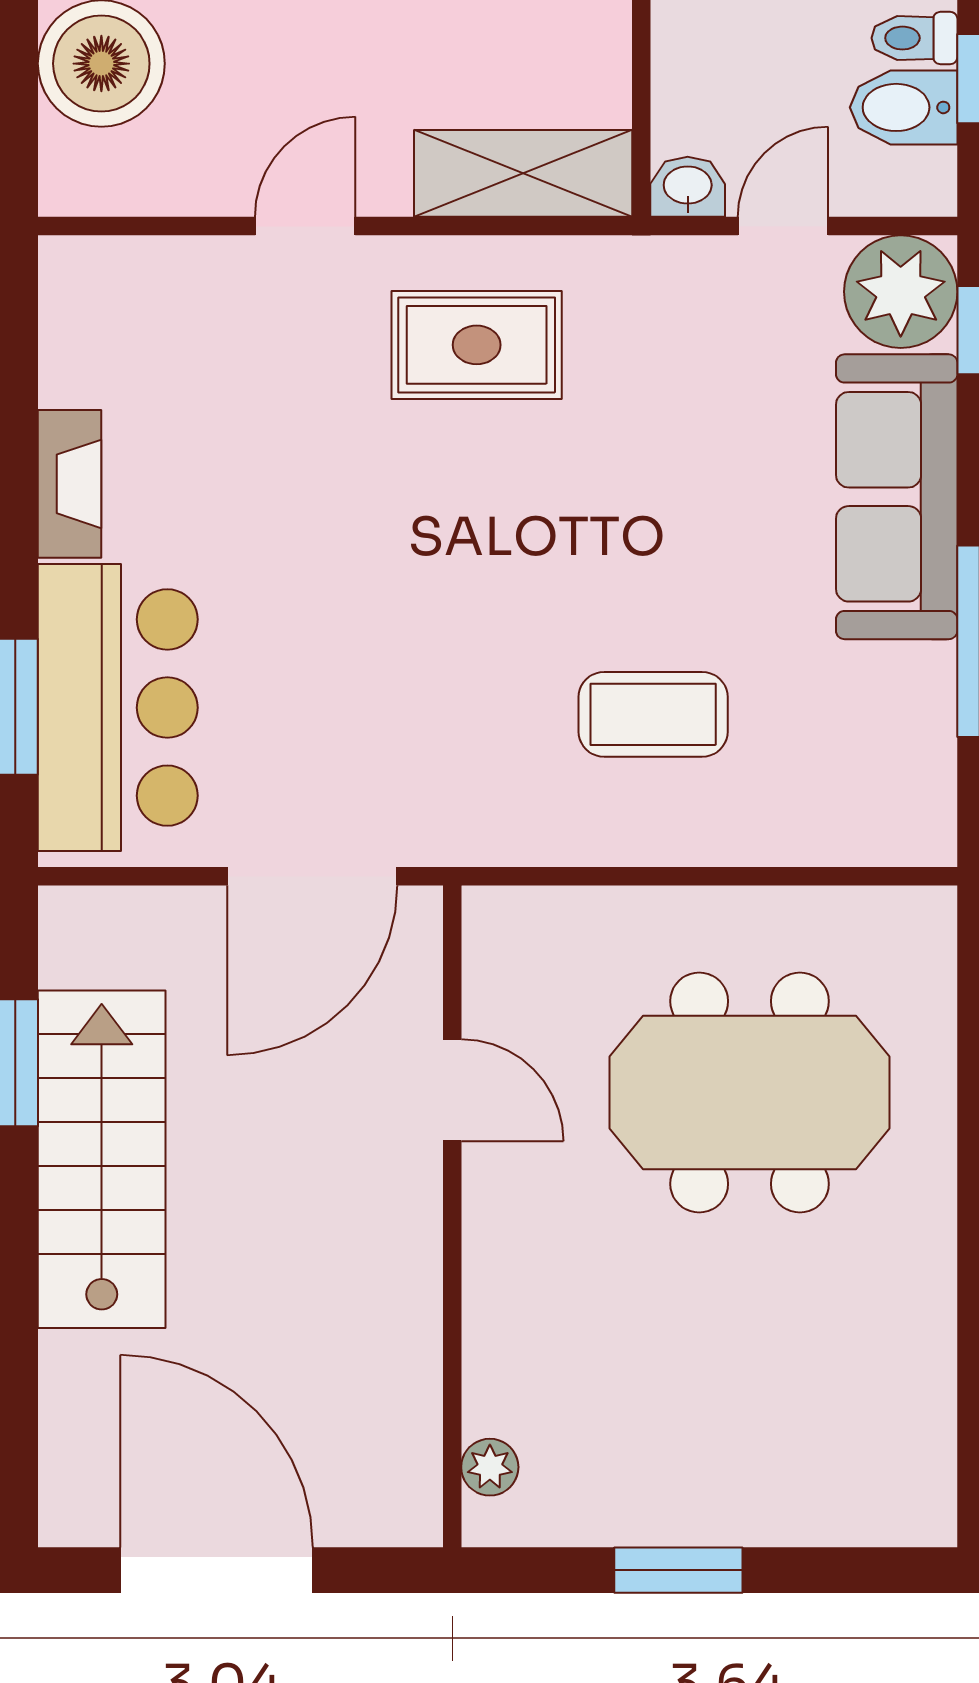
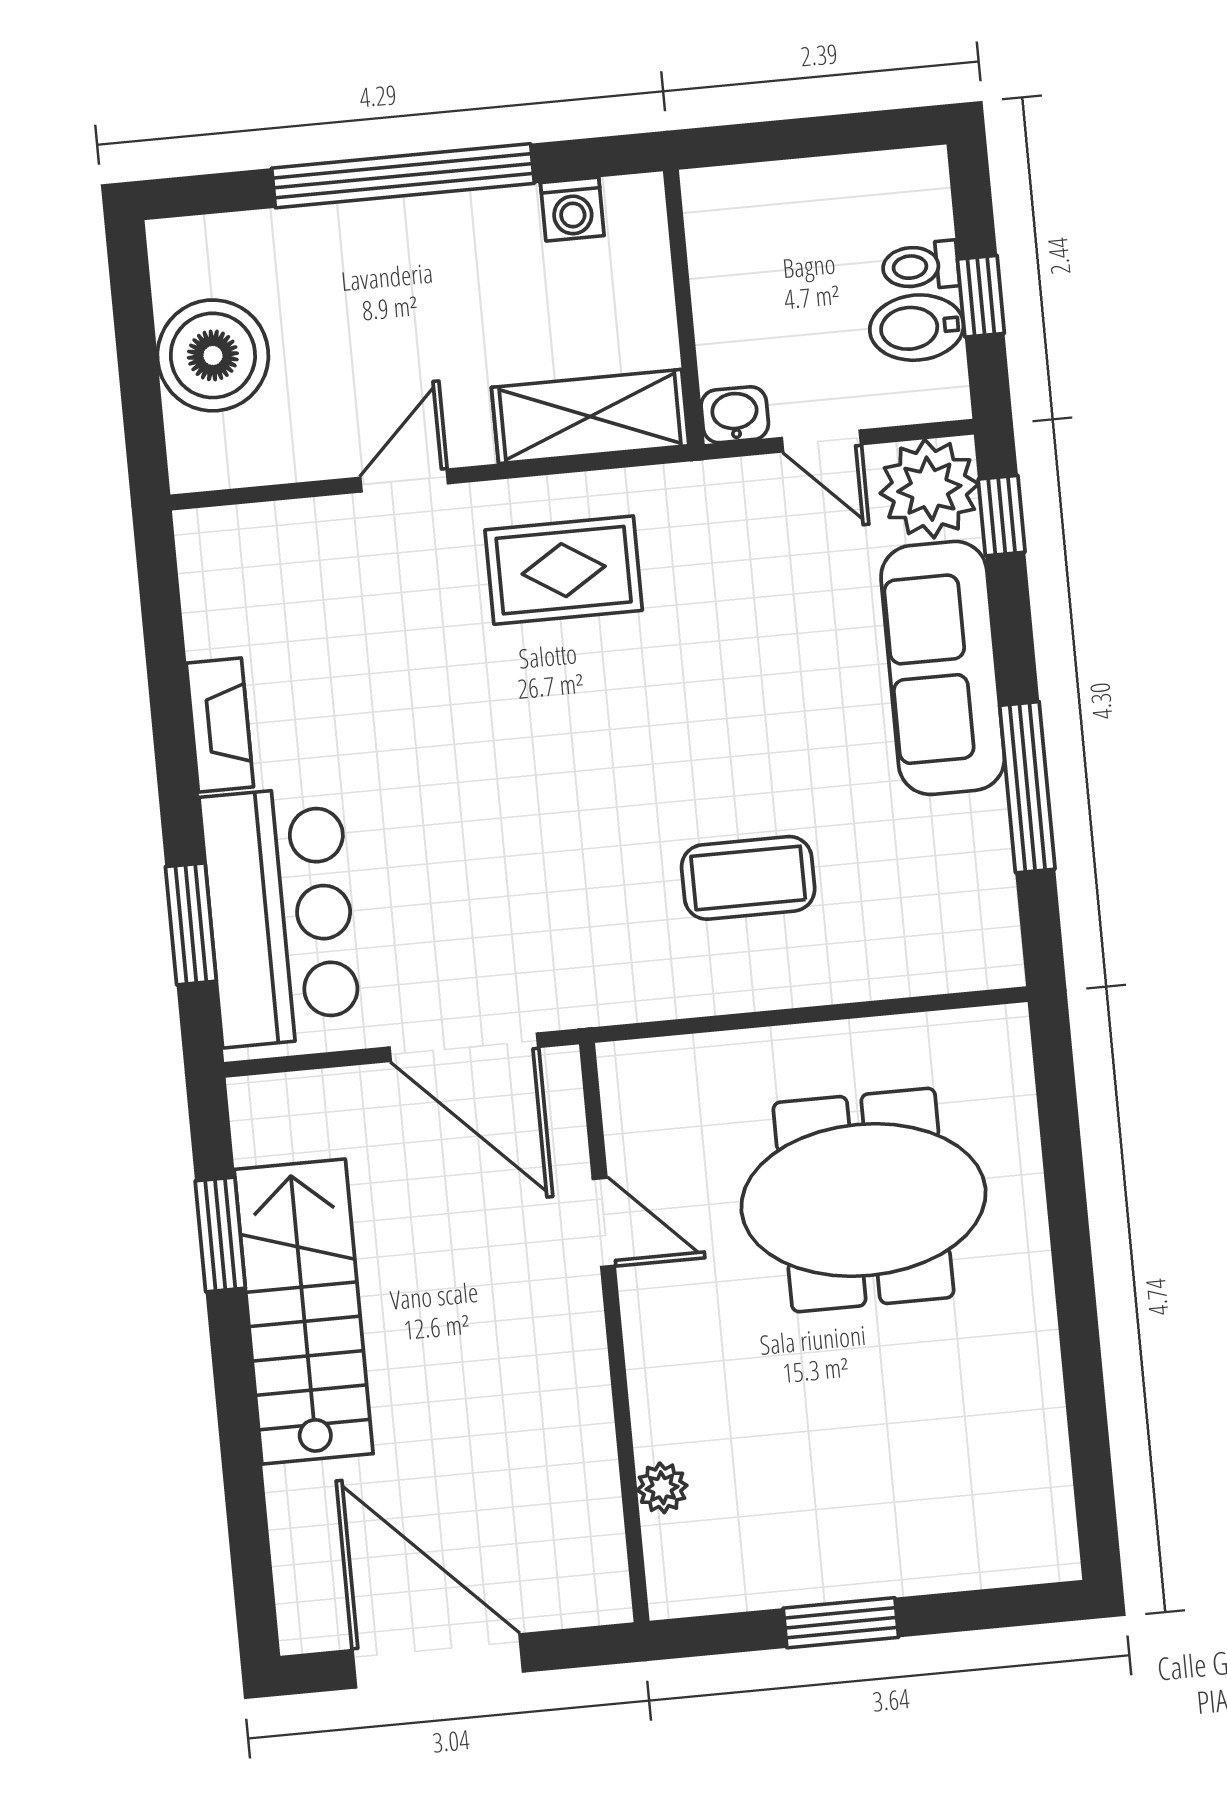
door: (783, 226) -> (821, 441), swing flipped
door: (312, 876) -> (464, 1047), hinge flipped
plant: (490, 1467) -> (662, 1488), moved

